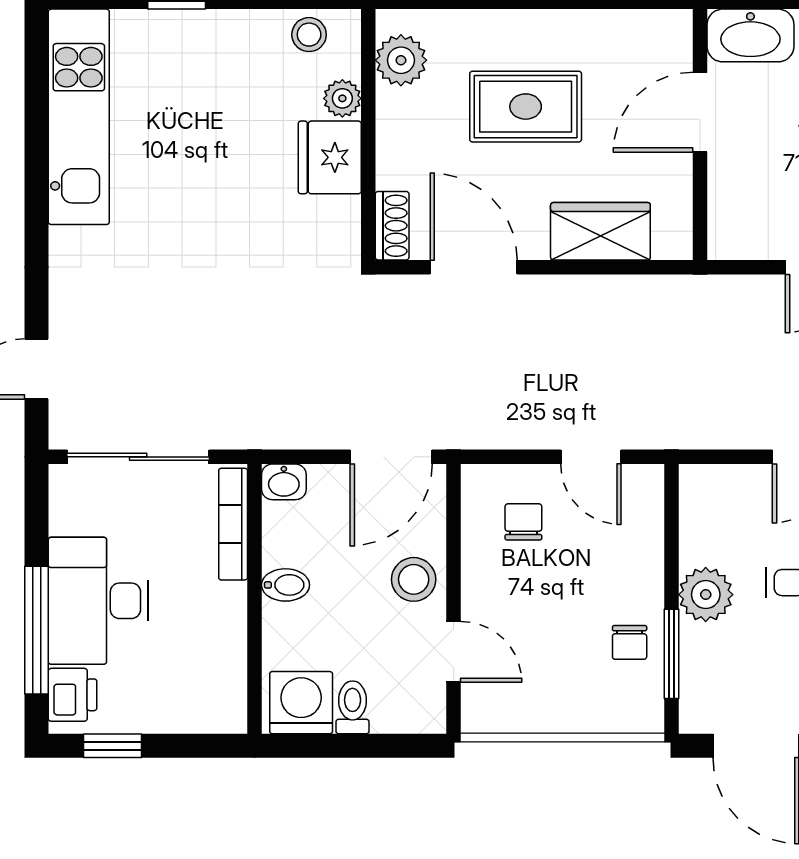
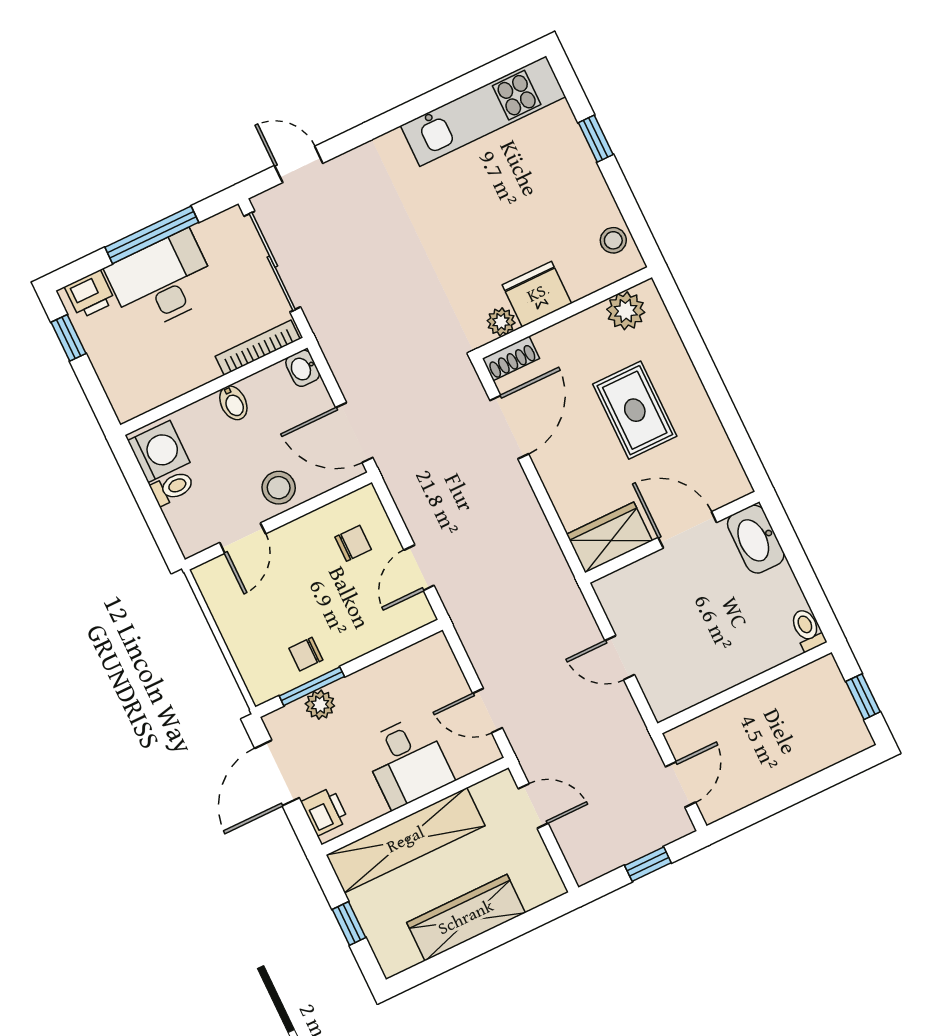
plant: (342, 98) -> (501, 322), moved
wardrobe: (600, 231) -> (609, 537), moved, turned -90
plant: (706, 595) -> (320, 705), moved, width x0.73, depth x0.73
window: (37, 630) -> (152, 235), moved

